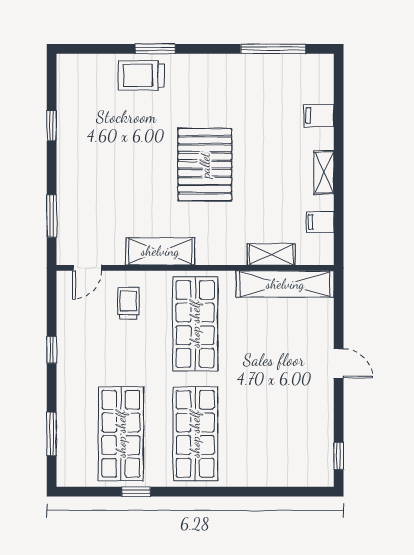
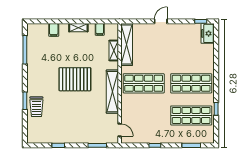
shelving: (160, 251) -> (112, 92), width x1.47
trolley: (128, 303) -> (135, 112), removed
freezer: (311, 472) -> (208, 33), added

